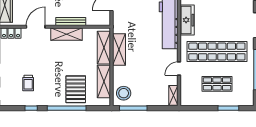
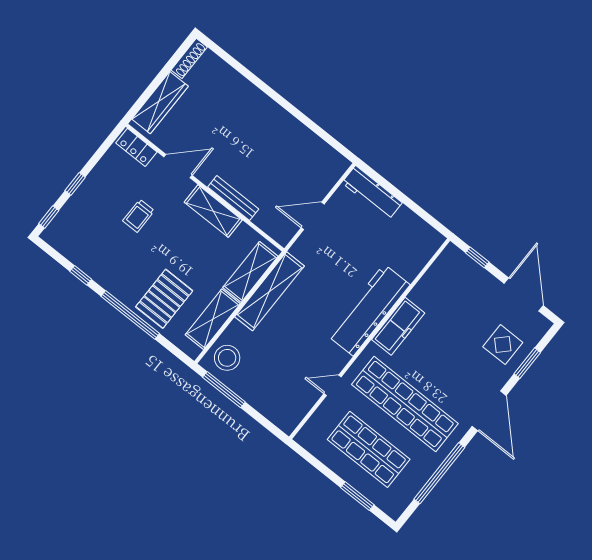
shelving: (119, 49) -> (270, 291), width x1.47
trolley: (28, 83) -> (139, 216), moved
shop shelf: (217, 84) -> (369, 449), width x1.43, depth x1.36
shelving: (173, 95) -> (295, 417), removed

